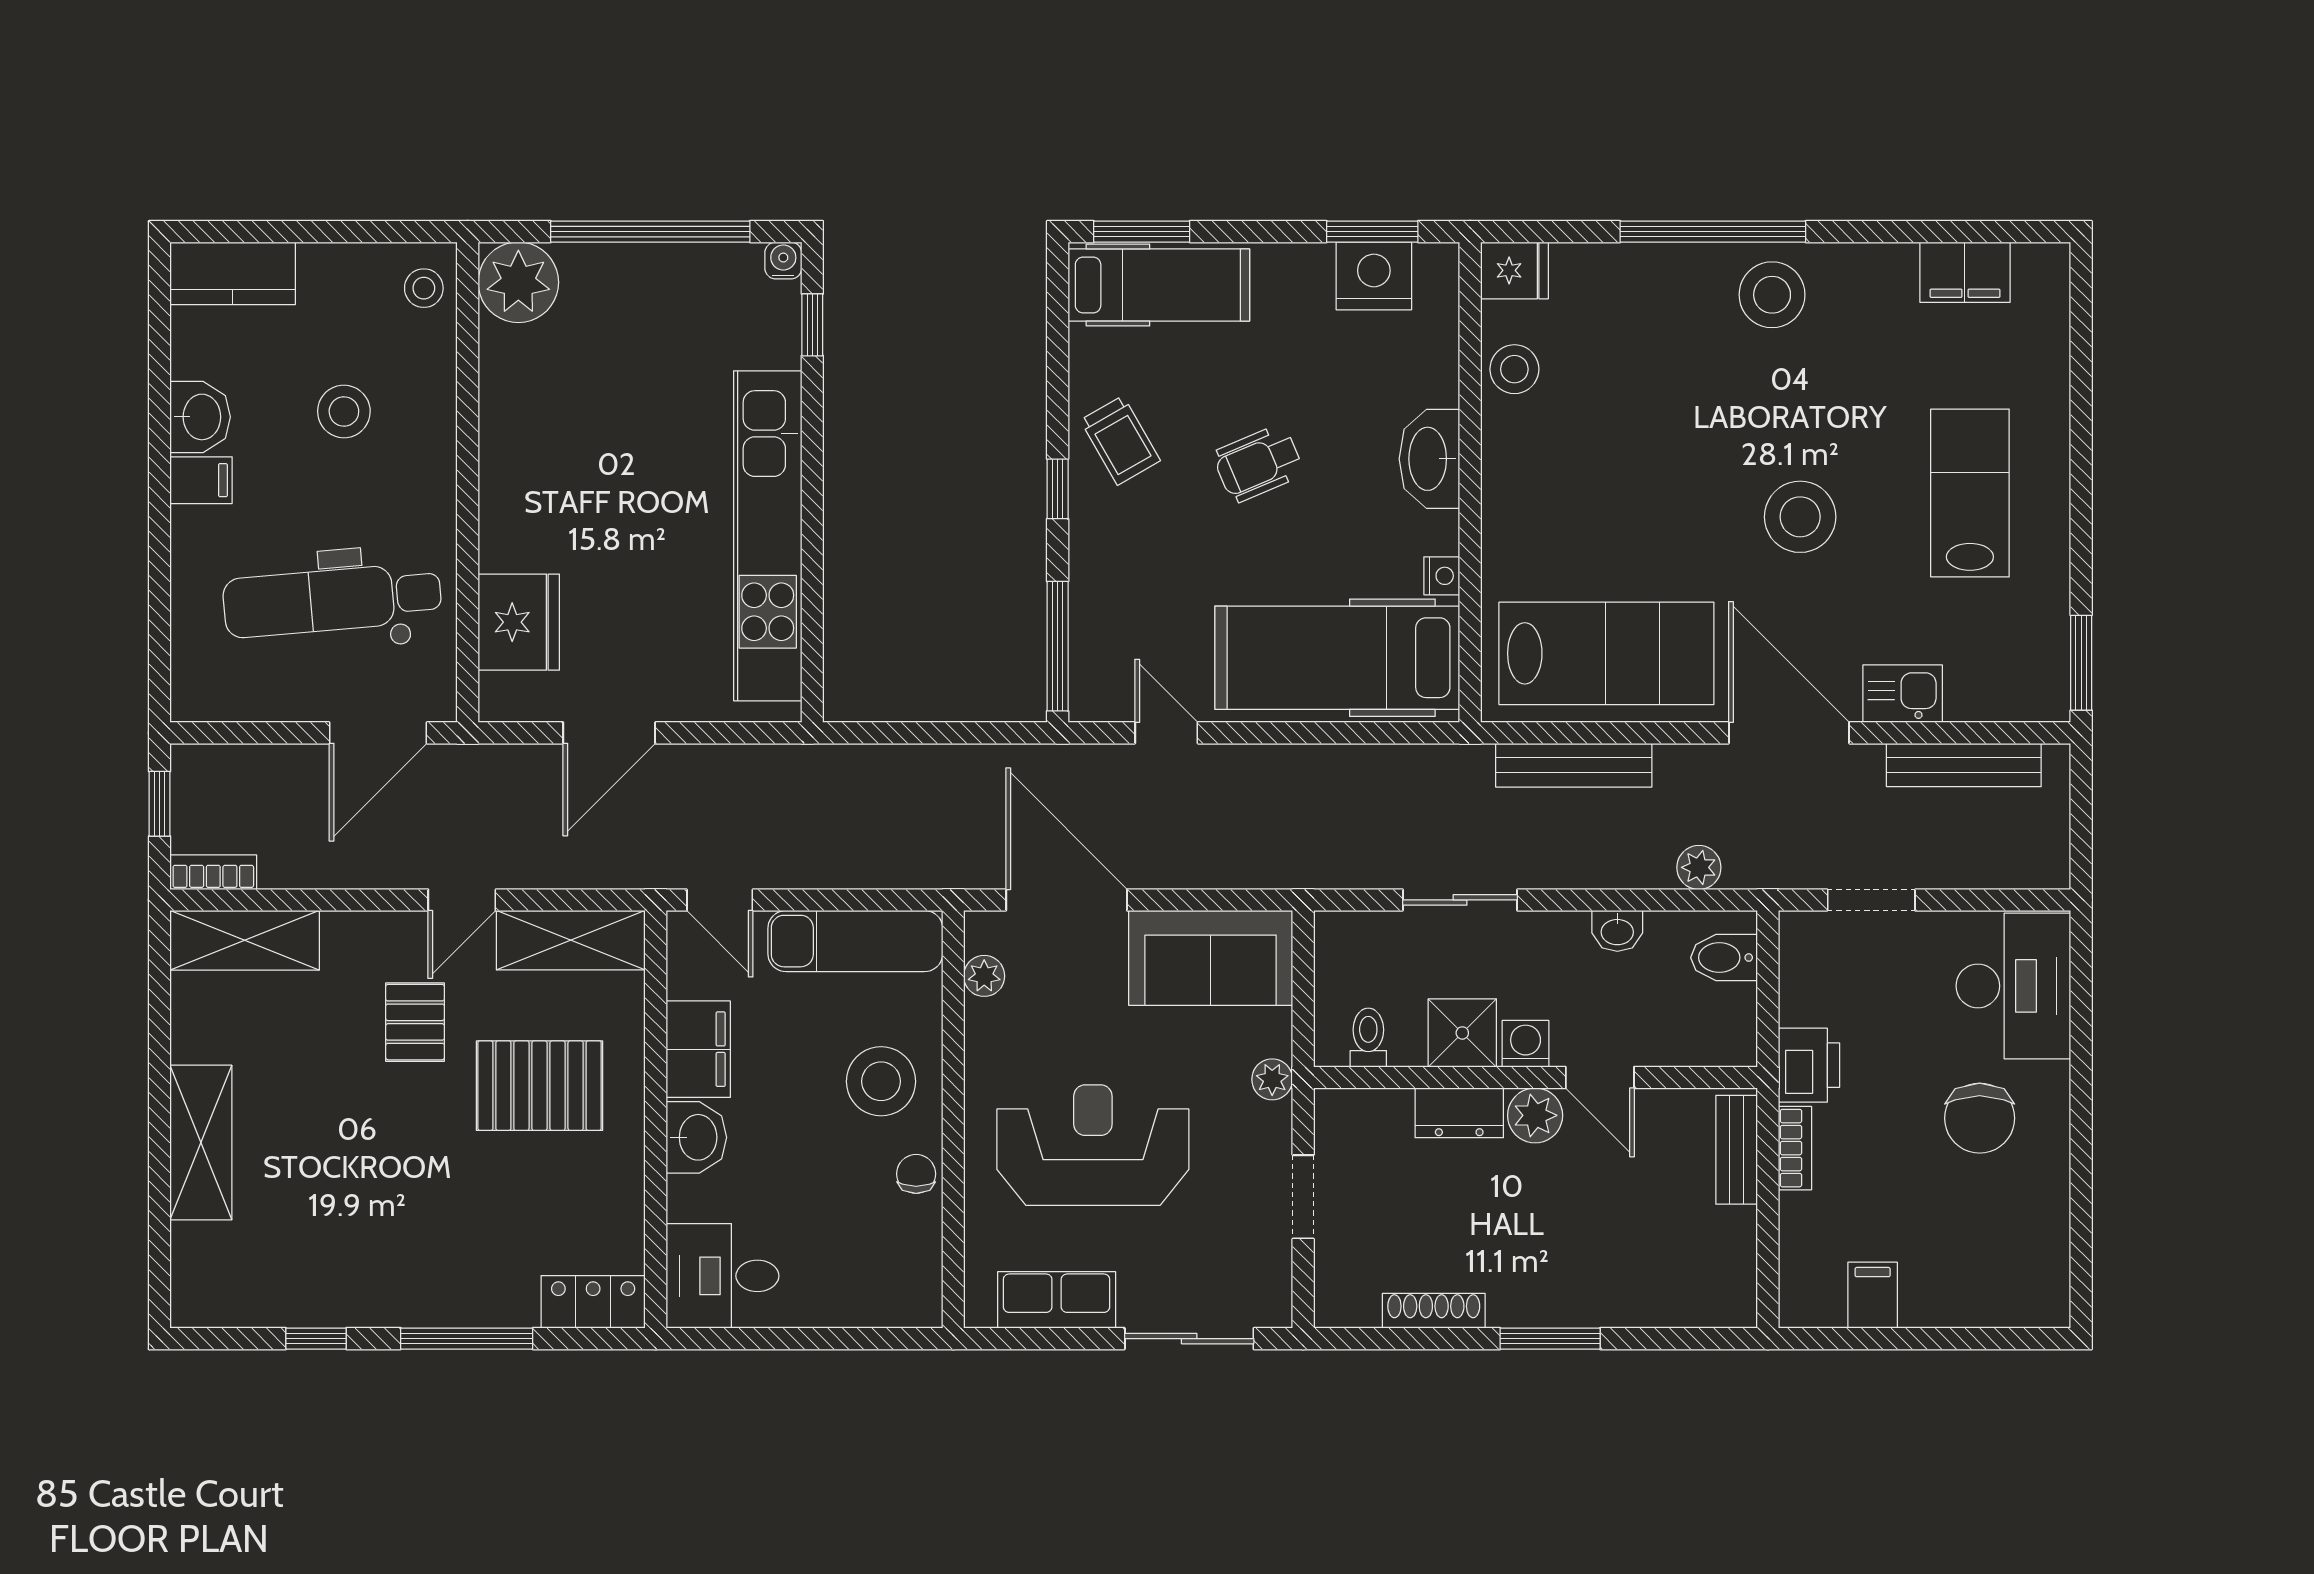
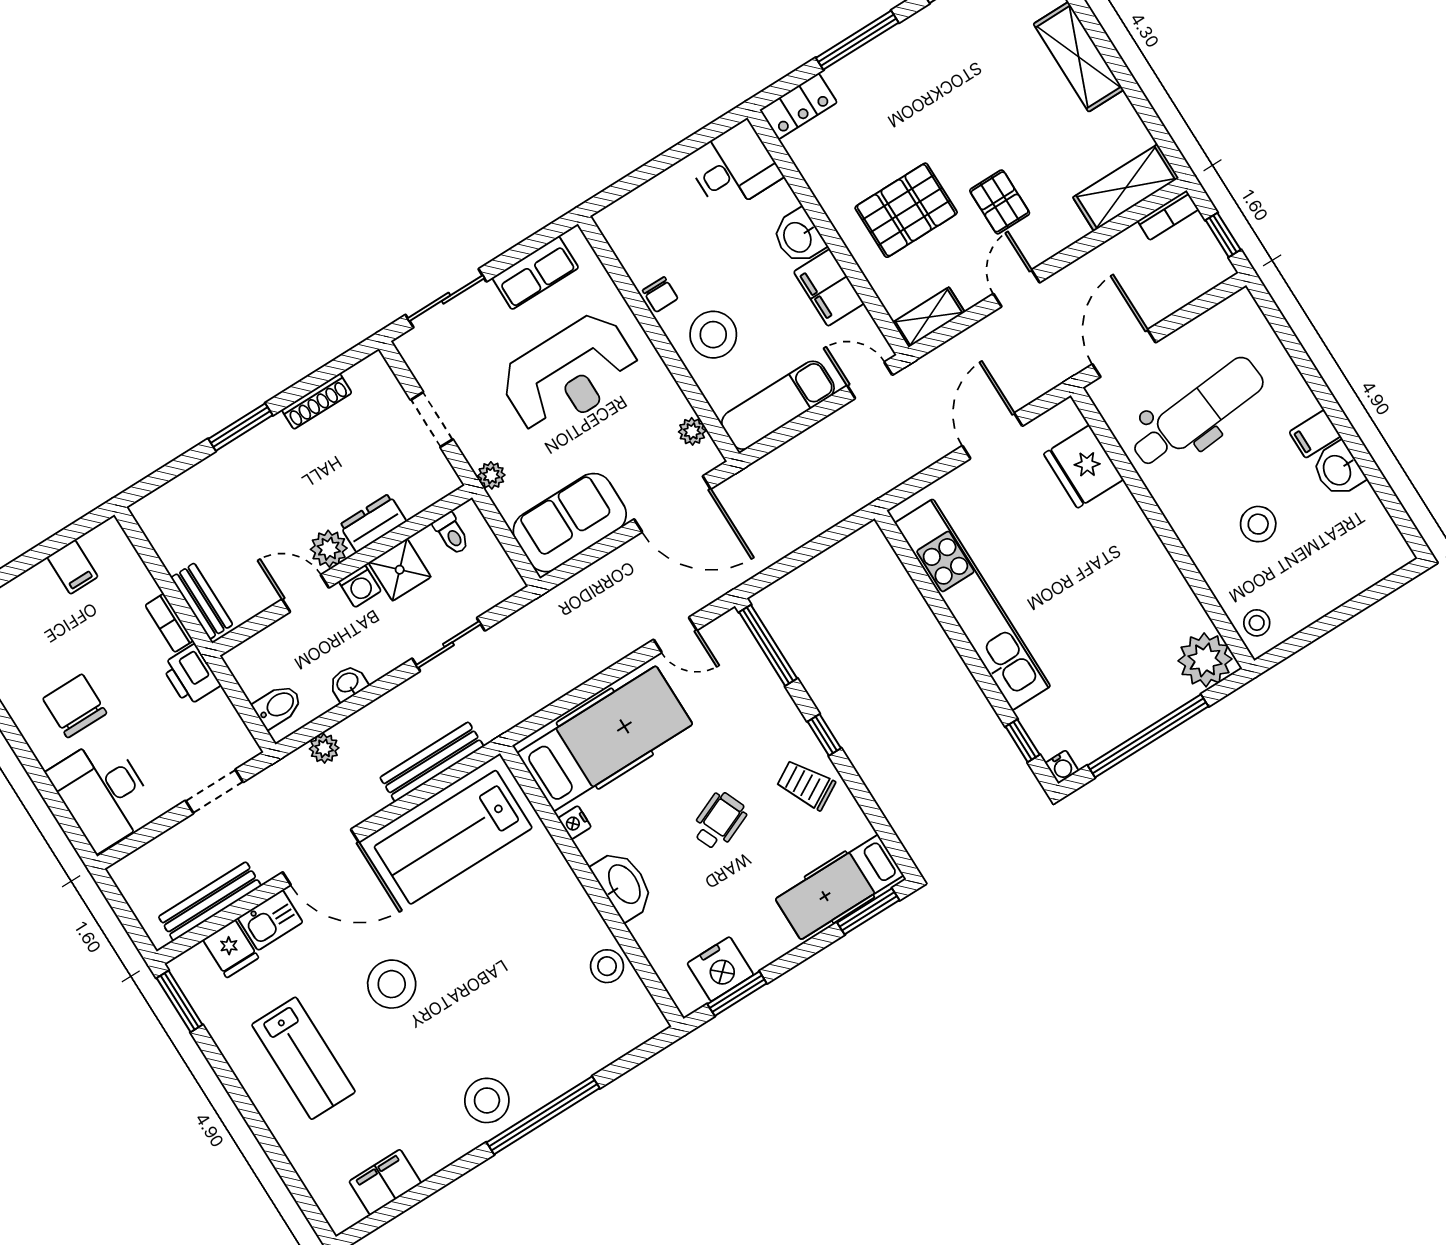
fridge: (1514, 270) -> (231, 949), moved, turned -90
kitchen counter: (233, 273) -> (1371, 563), removed
shelving: (571, 940) -> (929, 317), width x0.67, depth x0.75

